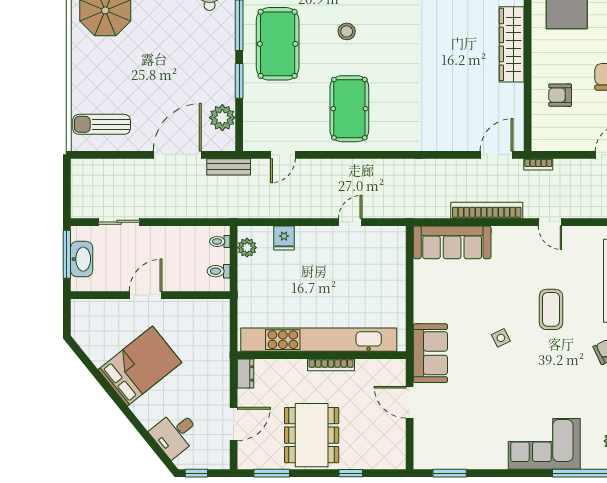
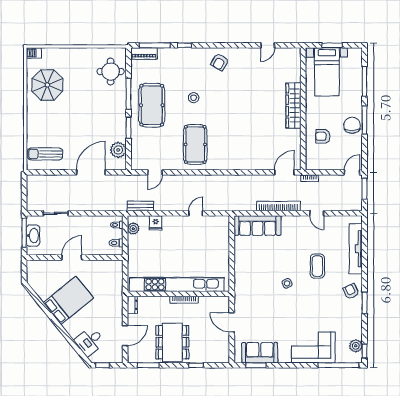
bench: (229, 167) -> (140, 206), moved
sofa: (430, 353) -> (260, 353), moved, turned -90

